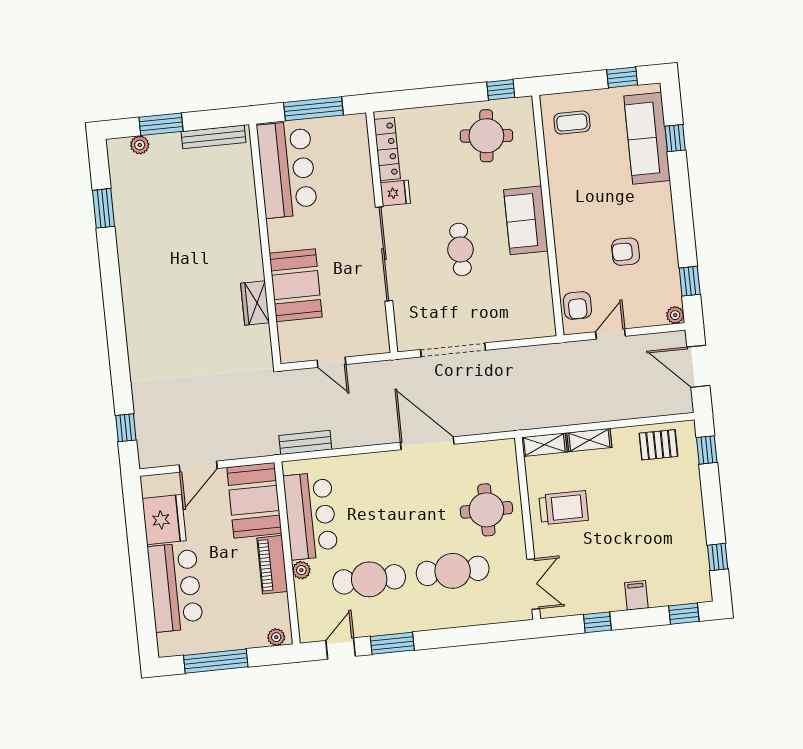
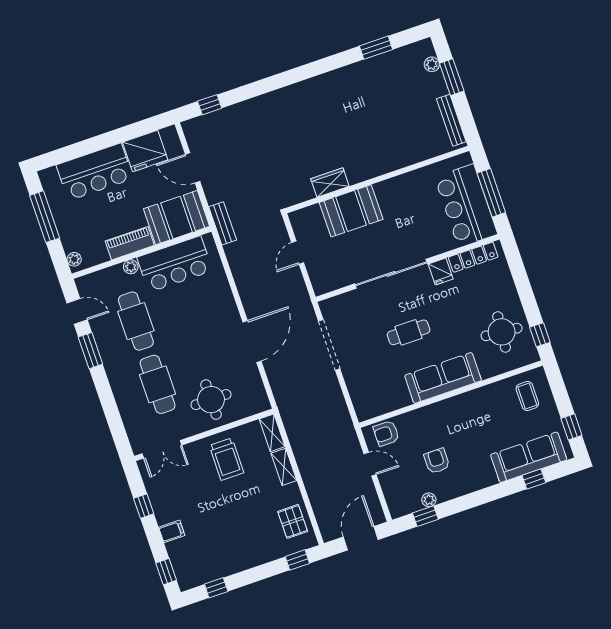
bar counter: (287, 169) -> (466, 206), moved, turned 90
sofa: (526, 220) -> (443, 378), width x1.36
plant: (675, 315) -> (429, 500), moved
bench: (305, 442) -> (223, 223), moved

